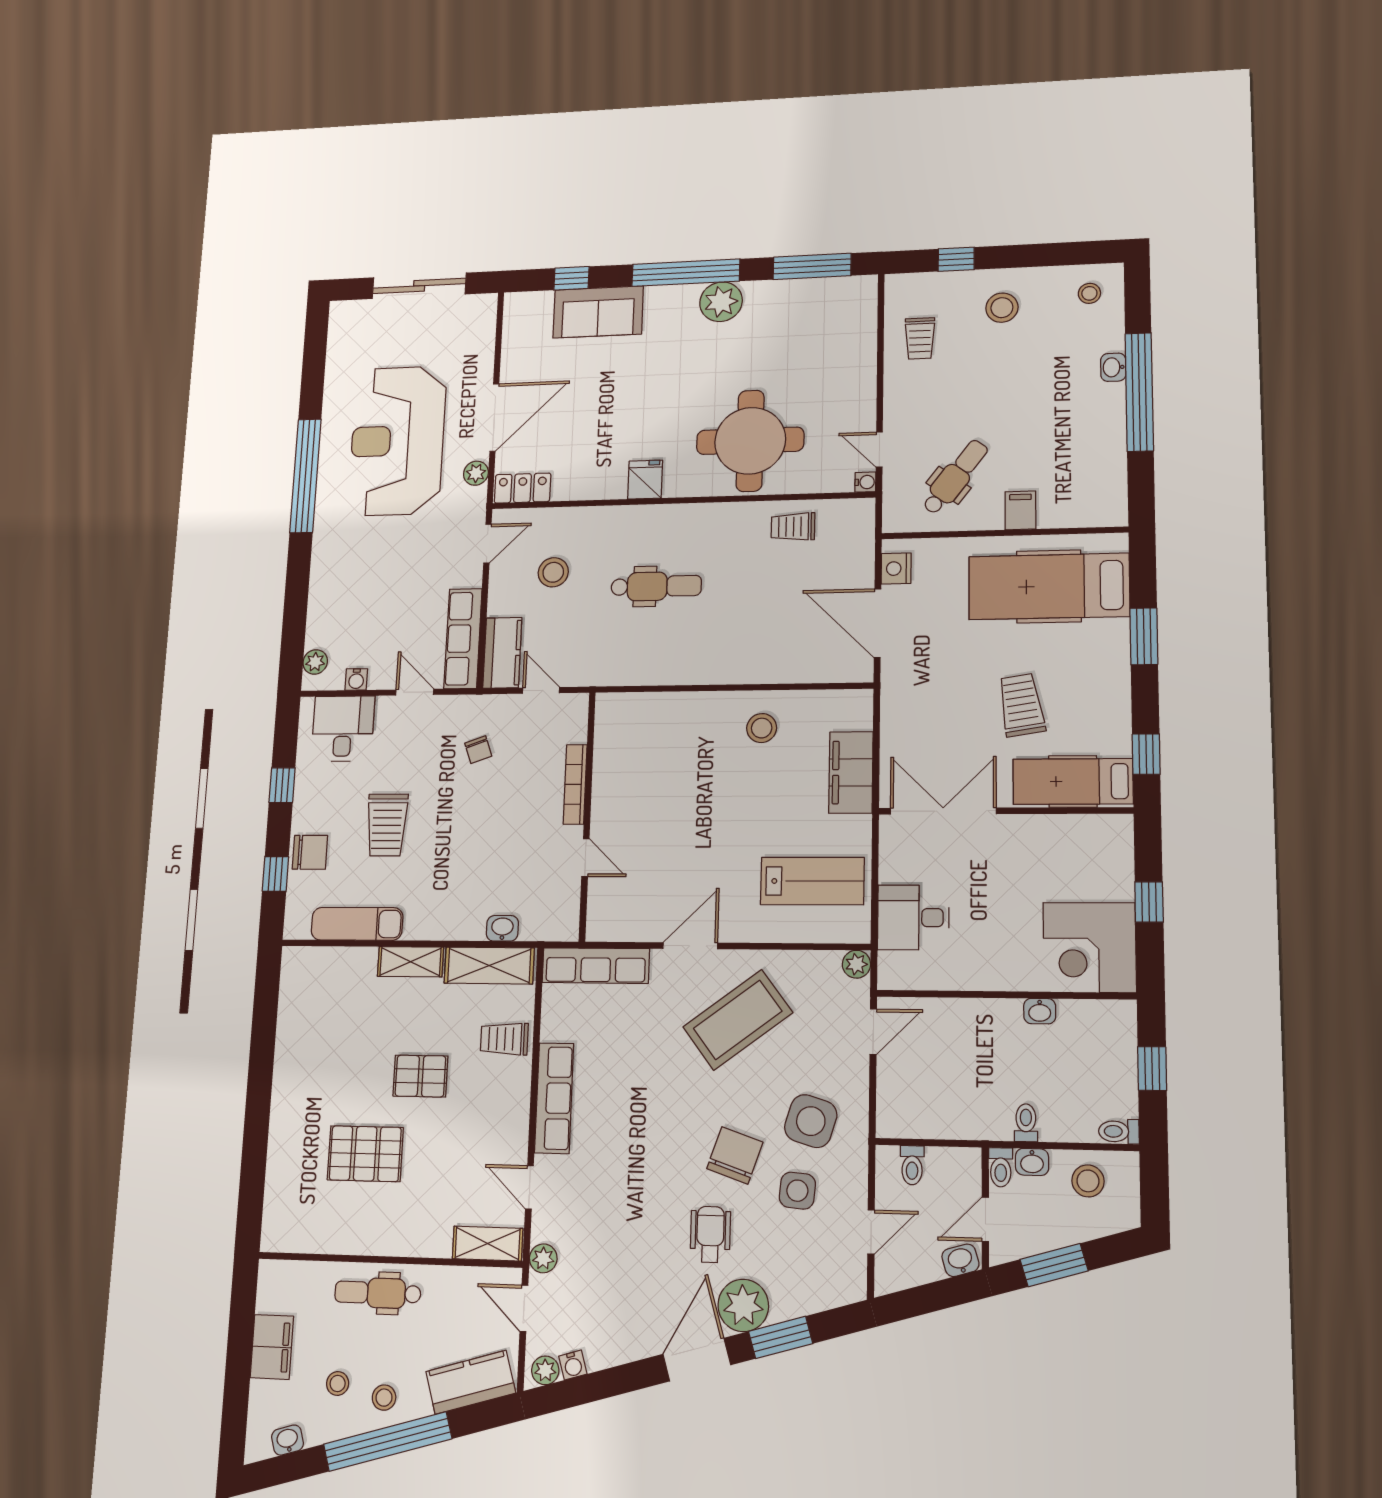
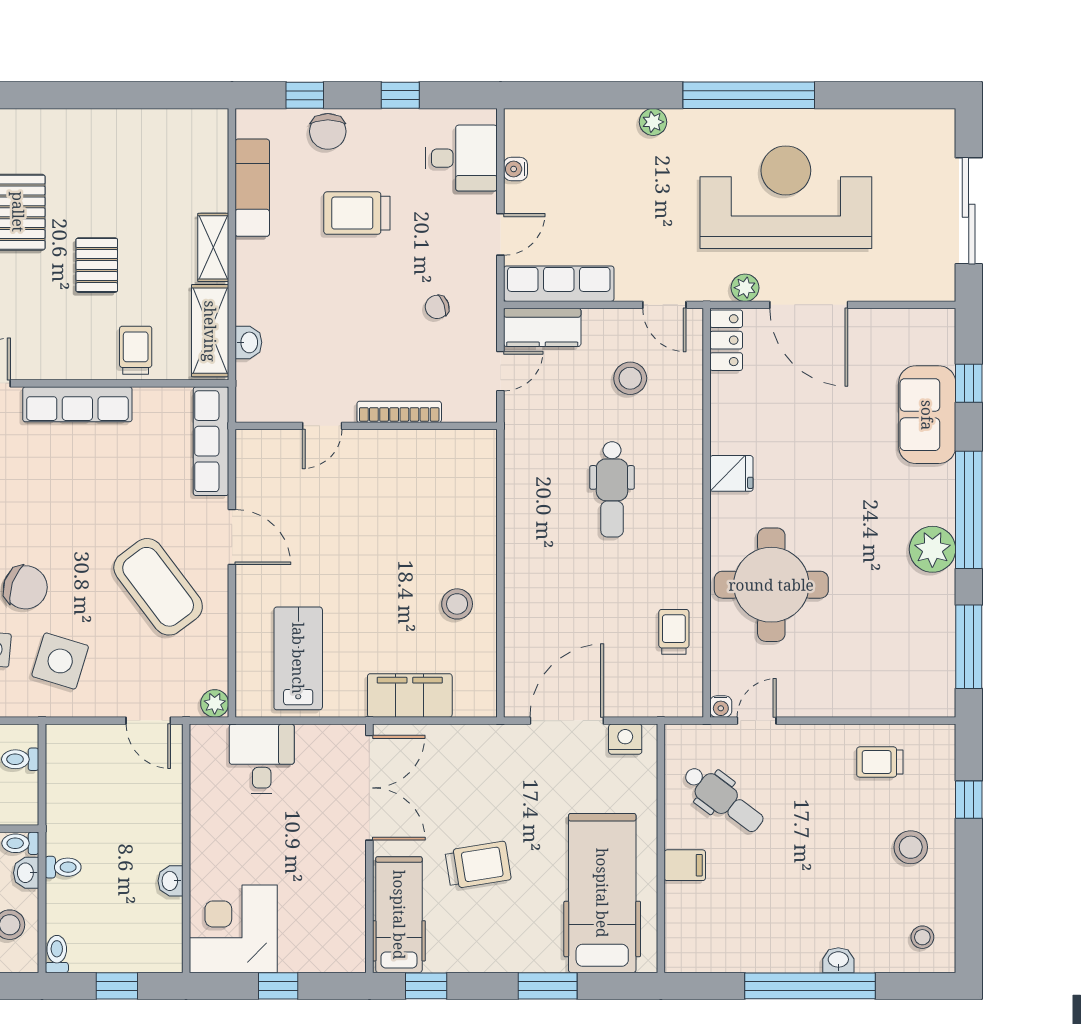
plant: (315, 662) -> (653, 122), moved
lab bench: (812, 881) -> (298, 658), turned 180

